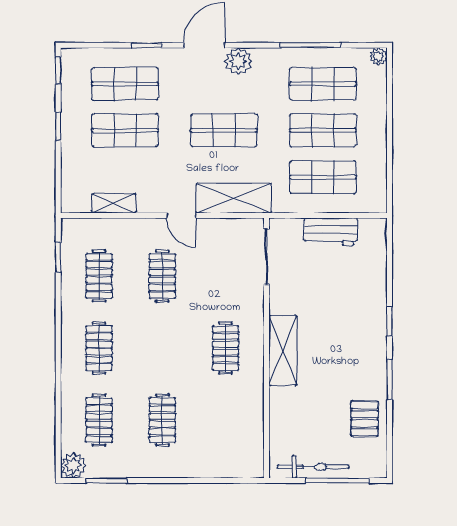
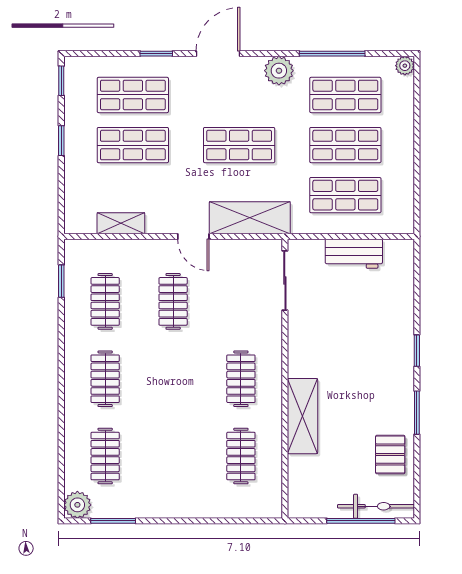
plant: (238, 61) -> (279, 71), moved
shelving: (283, 351) -> (302, 416), moved
clothes rail: (162, 420) -> (241, 456), moved
bicycle: (313, 467) -> (376, 506), moved

